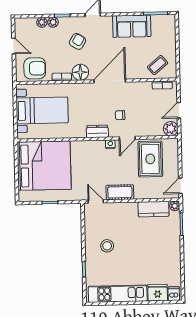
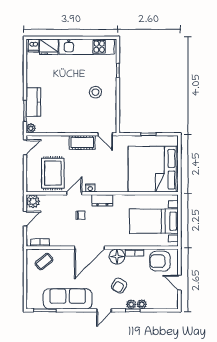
plant: (42, 22) -> (131, 304), moved
sofa: (132, 26) -> (68, 299), width x1.36
kitchen counter: (154, 209) -> (33, 102), moved, turned 90

